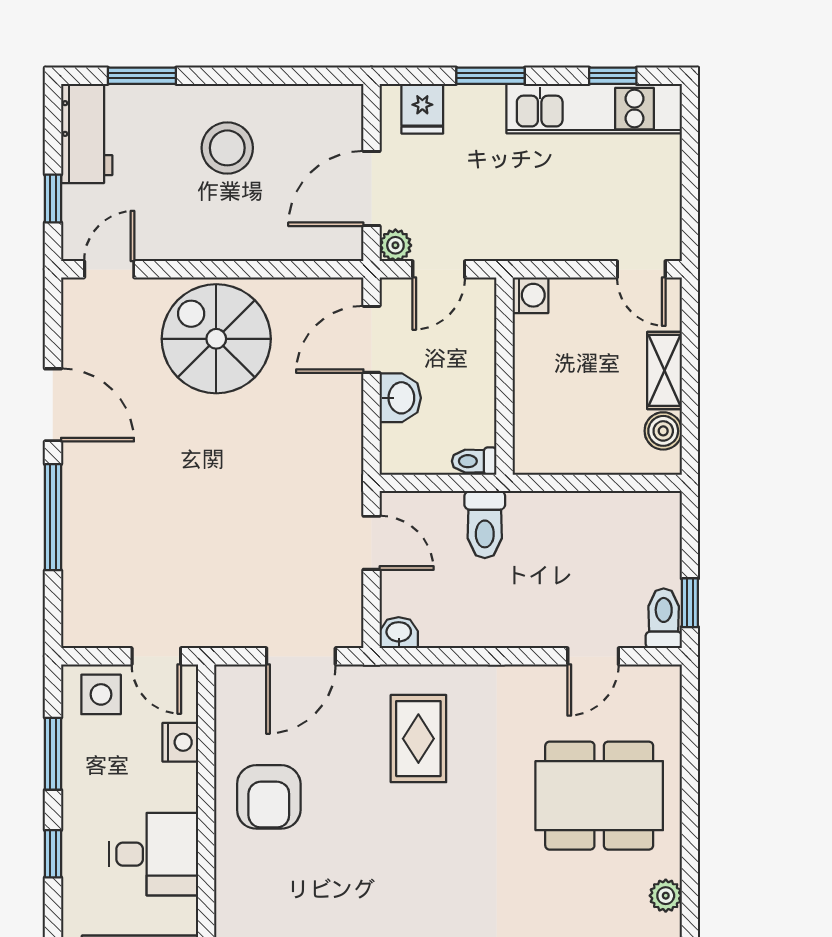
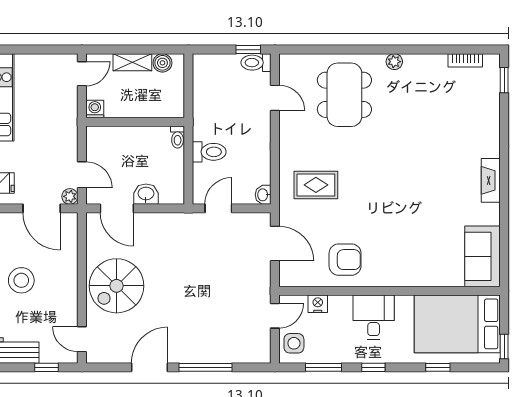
washing machine: (530, 295) -> (95, 109), moved
wall: (504, 376) -> (135, 122), moved
toilet: (474, 461) -> (178, 137), moved

